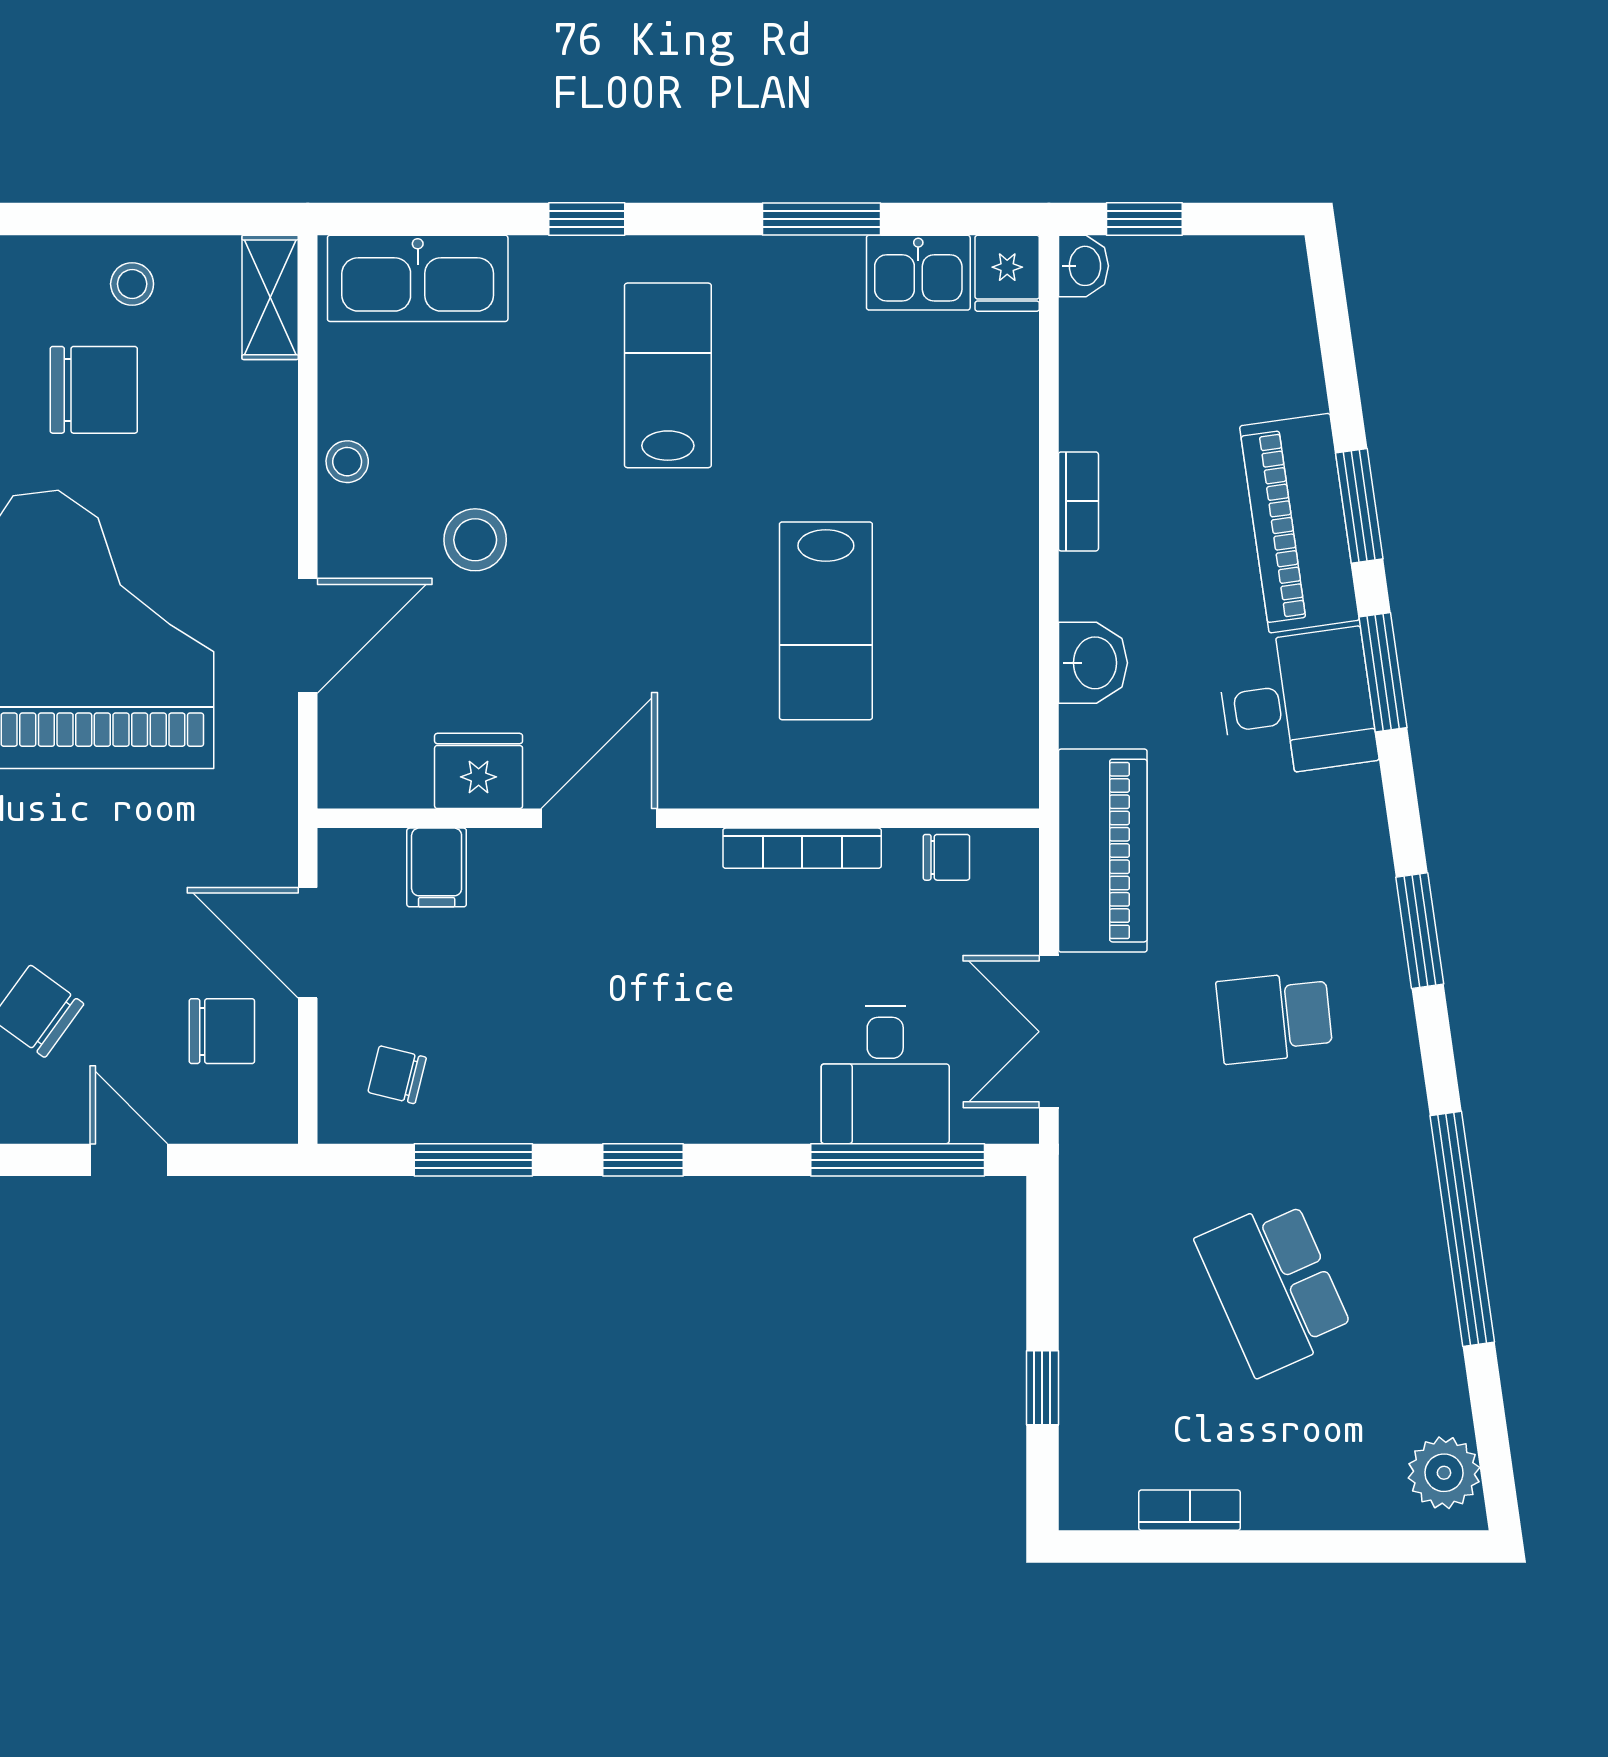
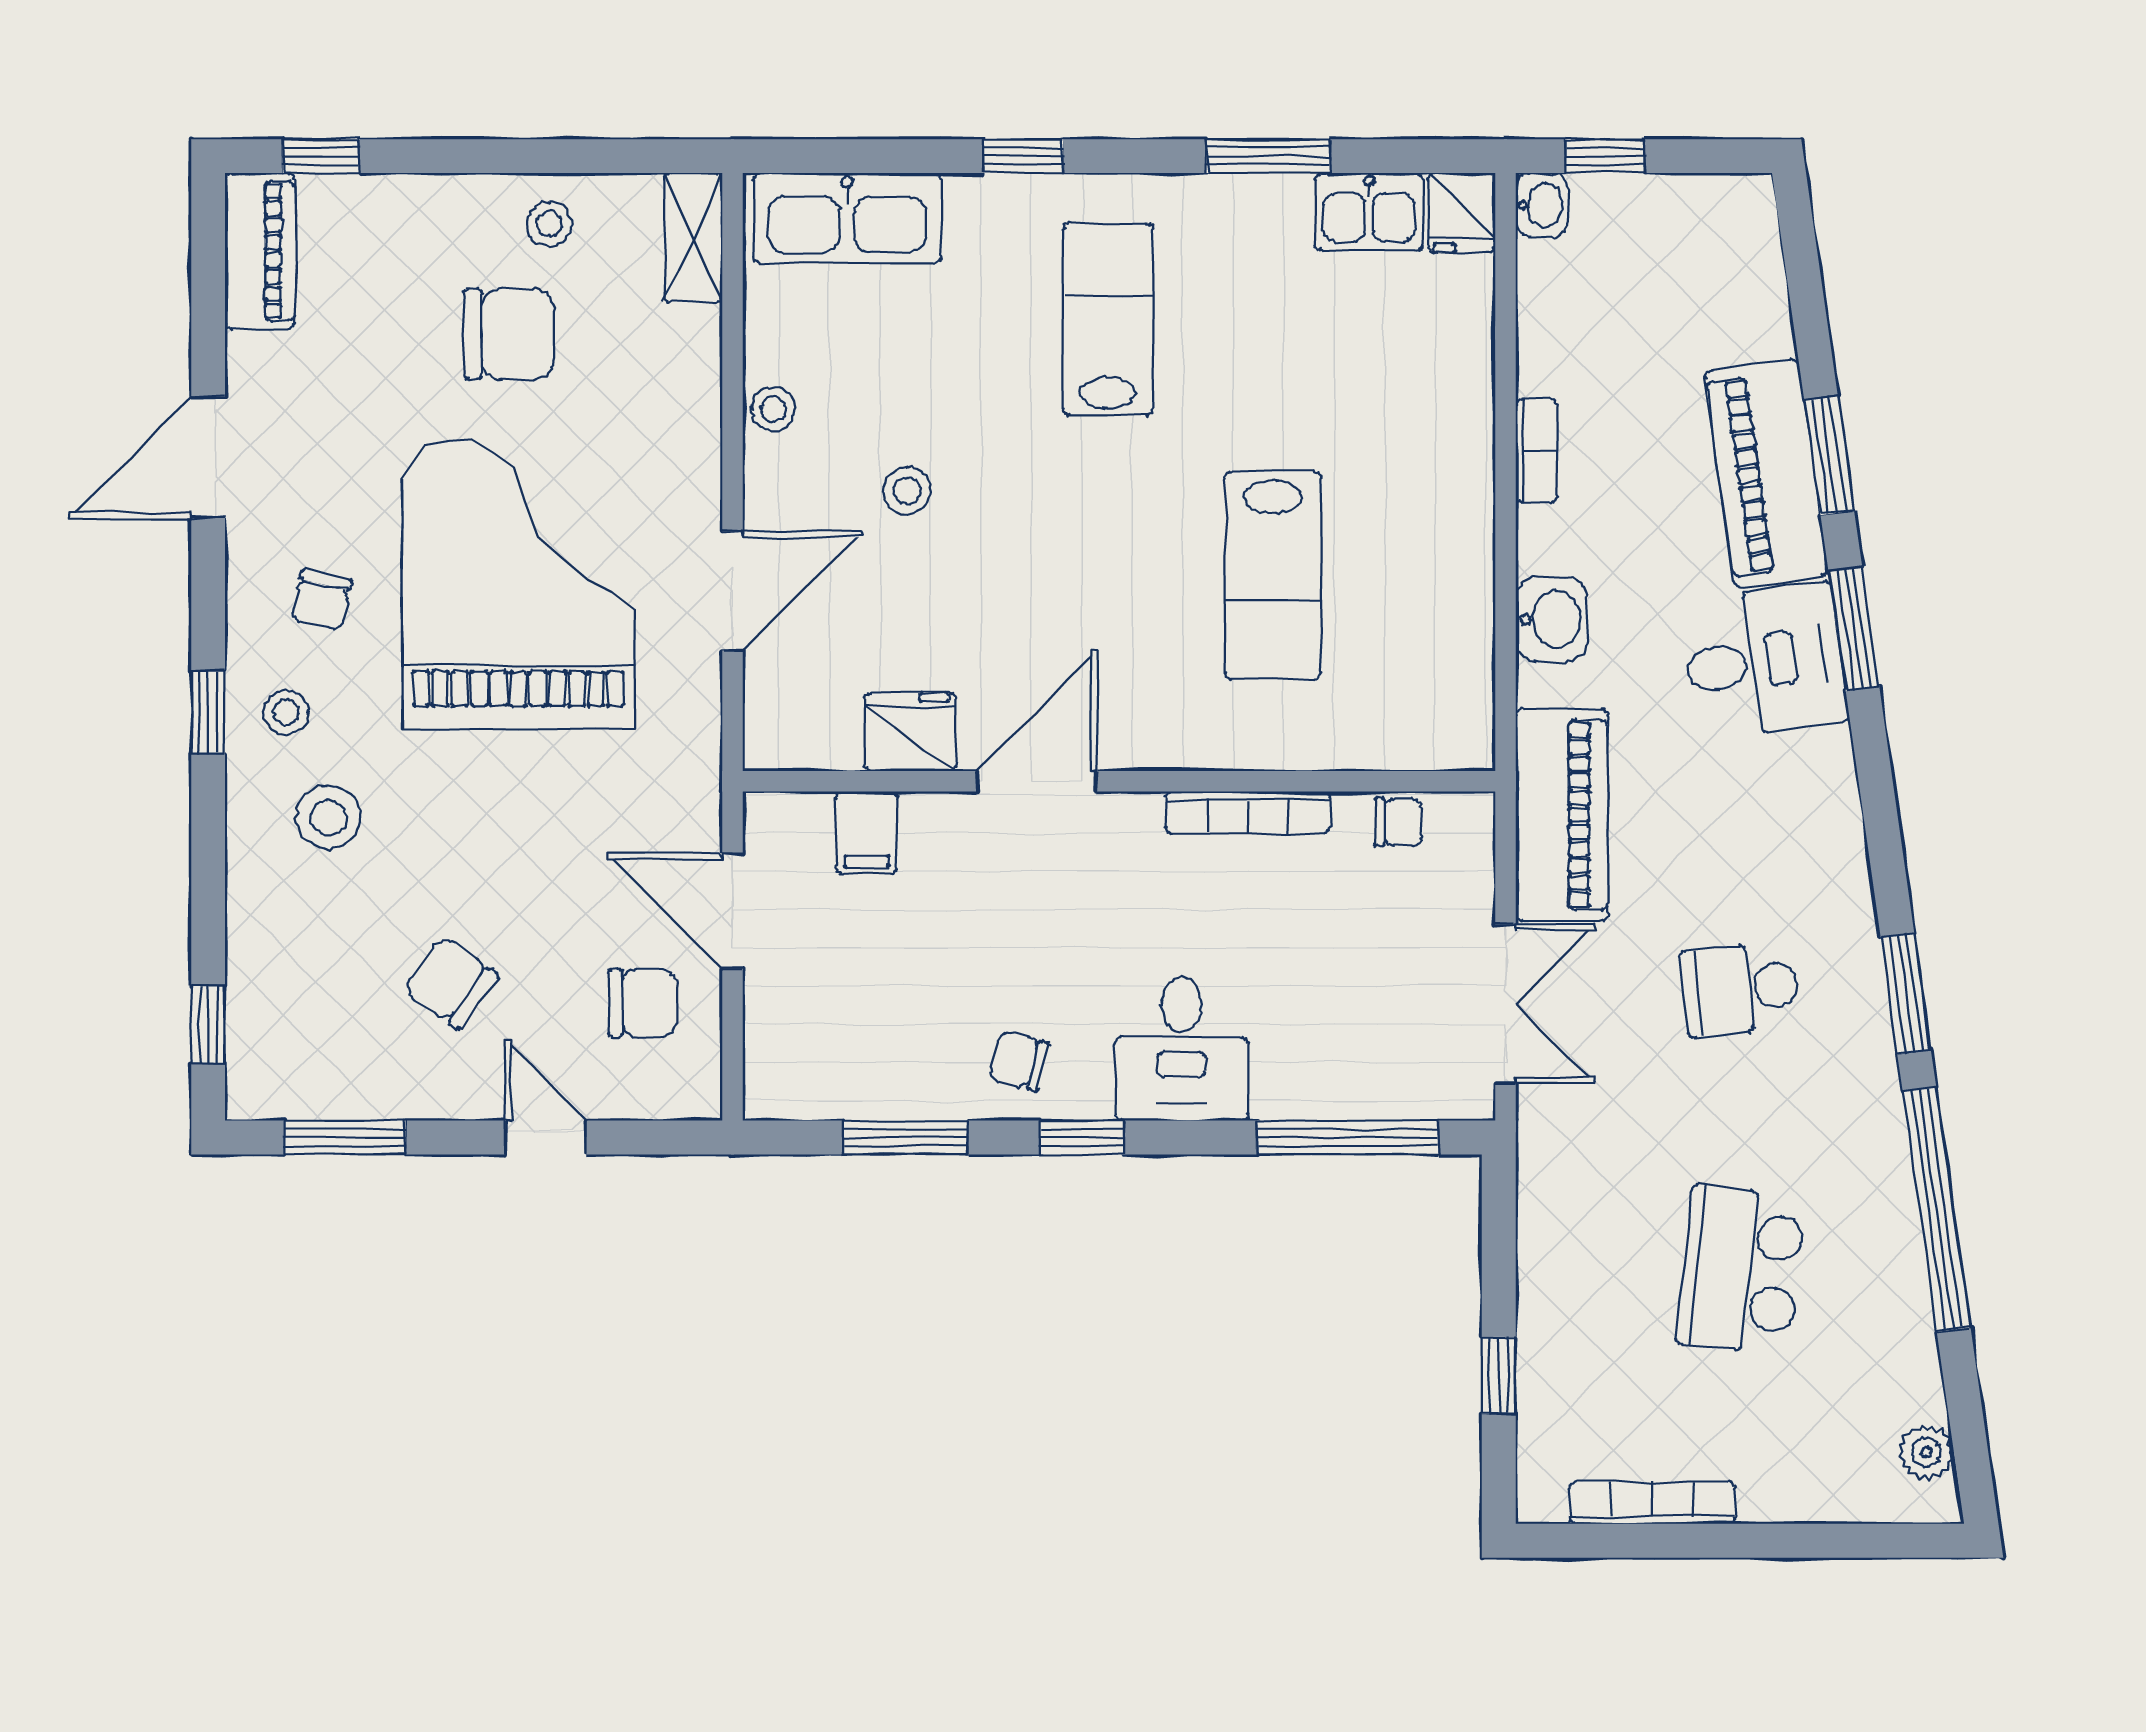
stool: (475, 540) -> (907, 491), width x0.73, depth x0.73
window: (1420, 931) -> (1906, 994), moved
double door: (1049, 1032) -> (1505, 1004), swing flipped
chair: (397, 1075) -> (1019, 1061), moved
desk: (885, 1075) -> (1181, 1049), moved
school desk: (1274, 1287) -> (1741, 1270), turned 30
plant: (1444, 1473) -> (1926, 1452), width x0.73, depth x0.73
bookcase: (1190, 1510) -> (1652, 1503), width x1.56

